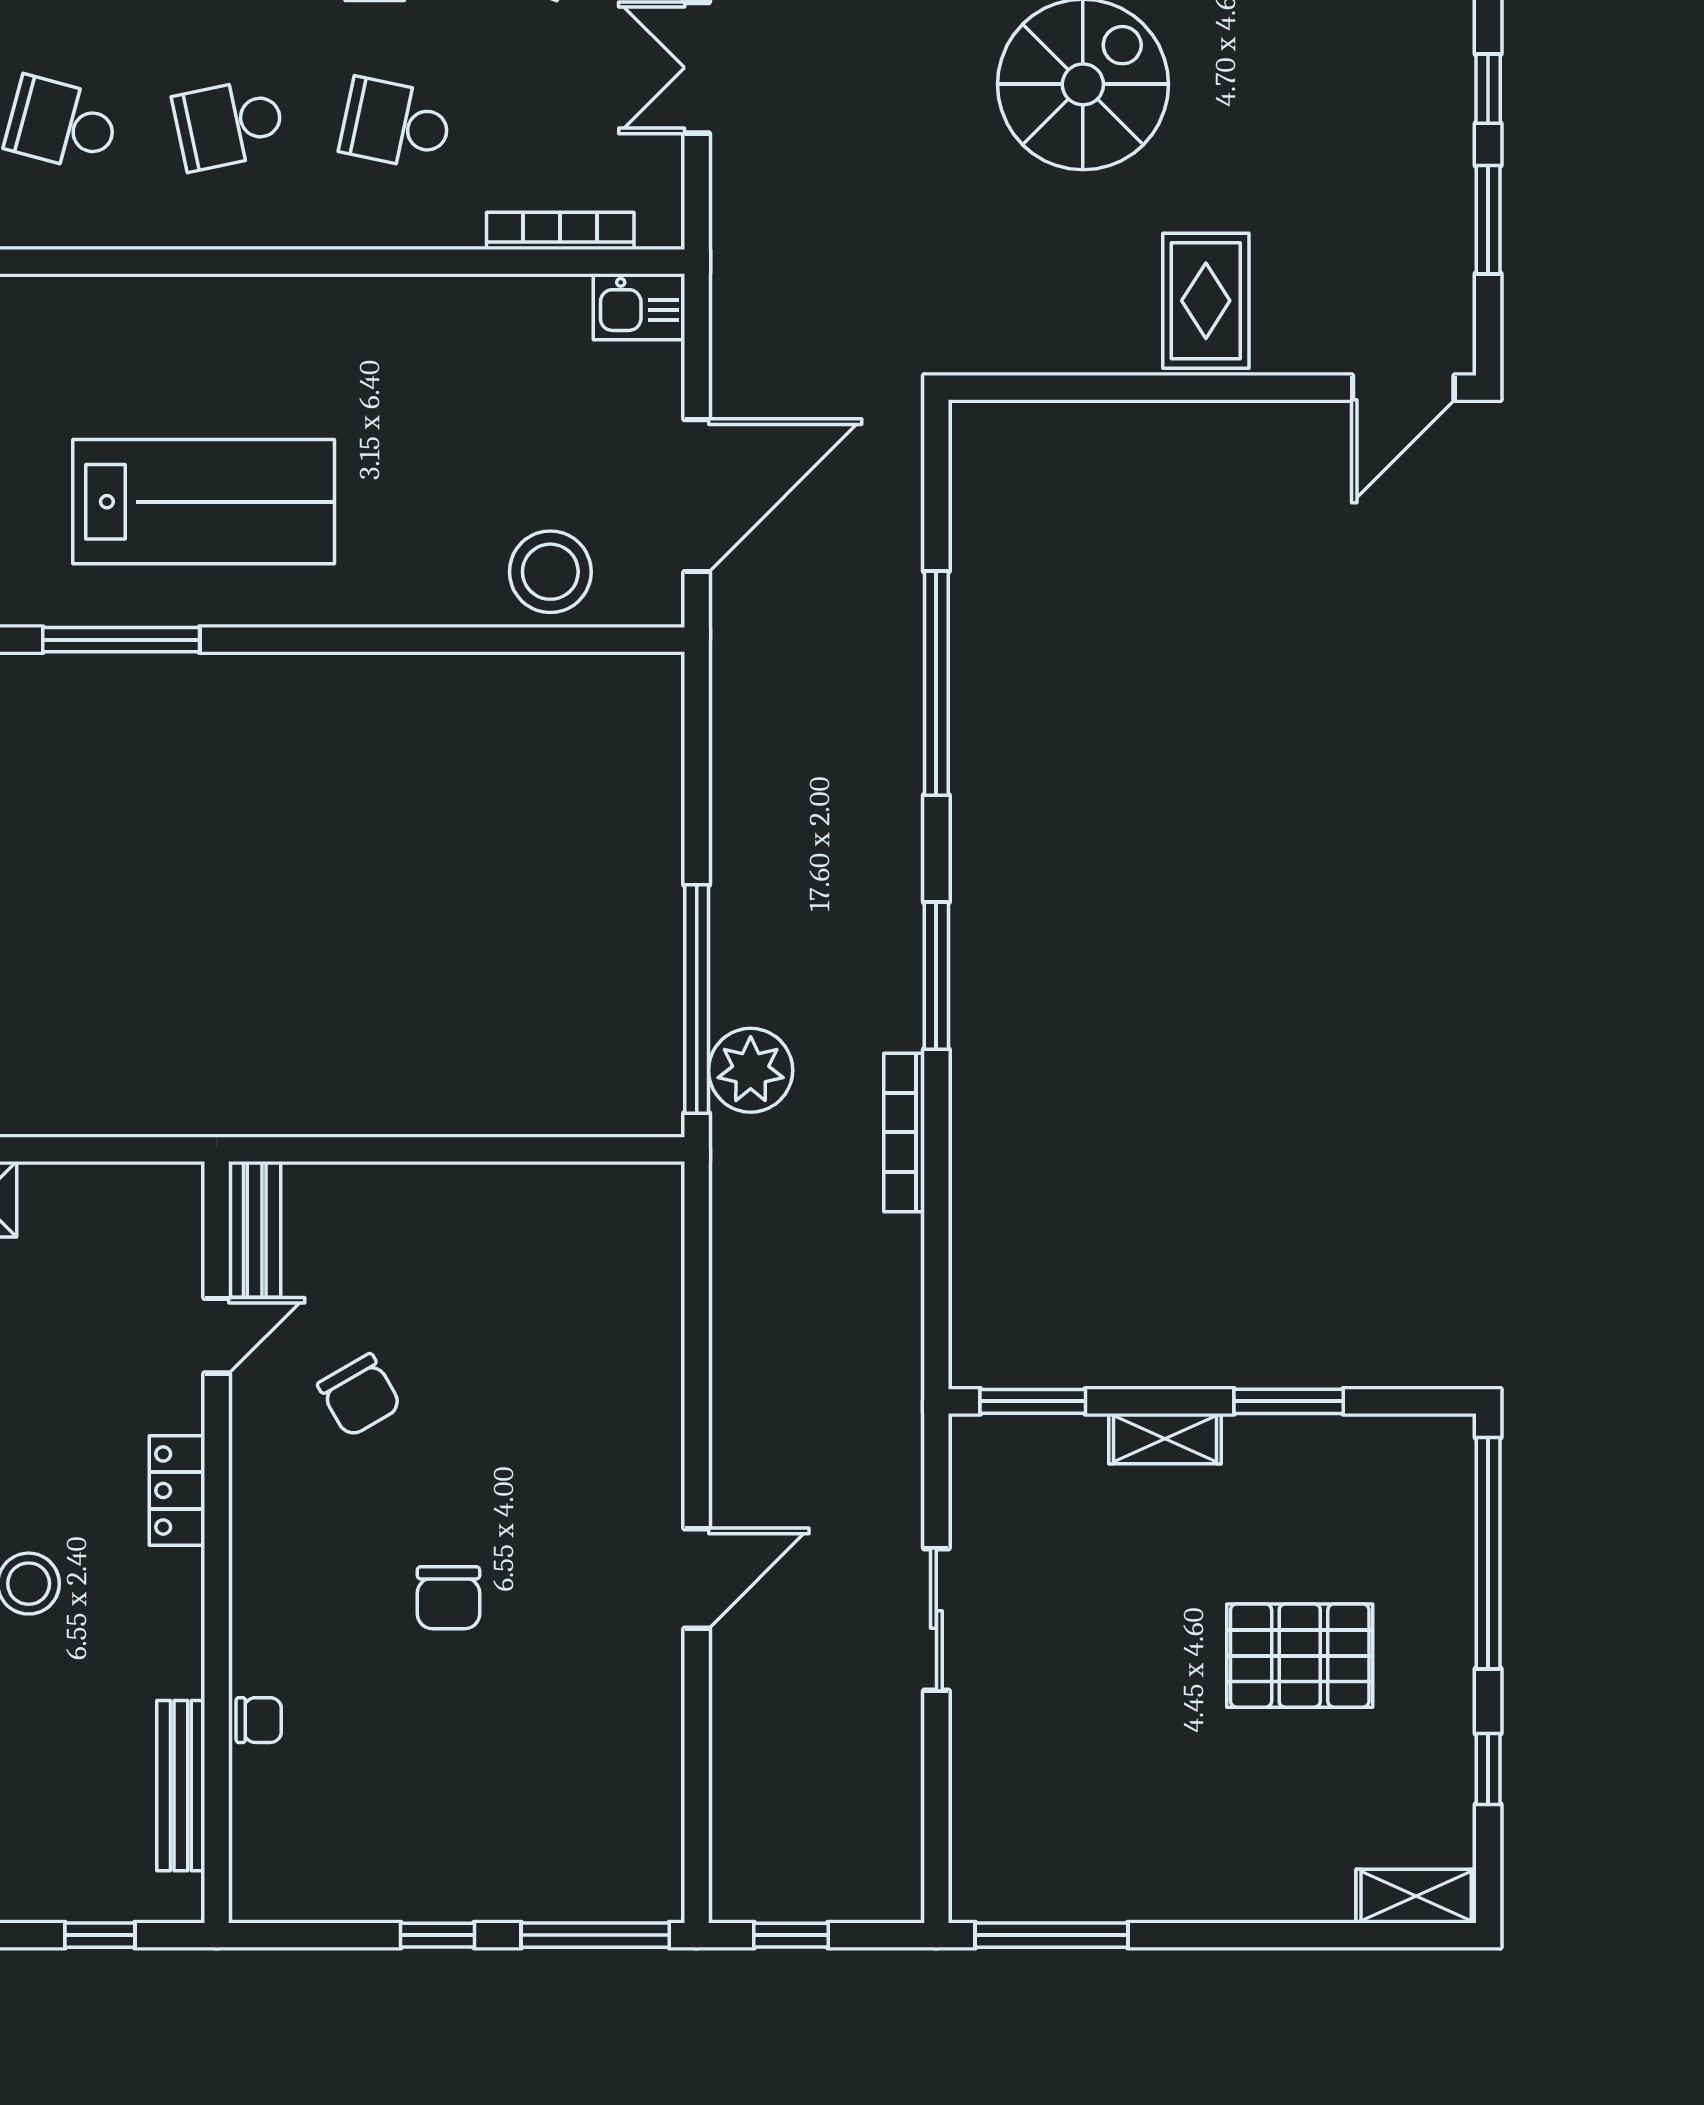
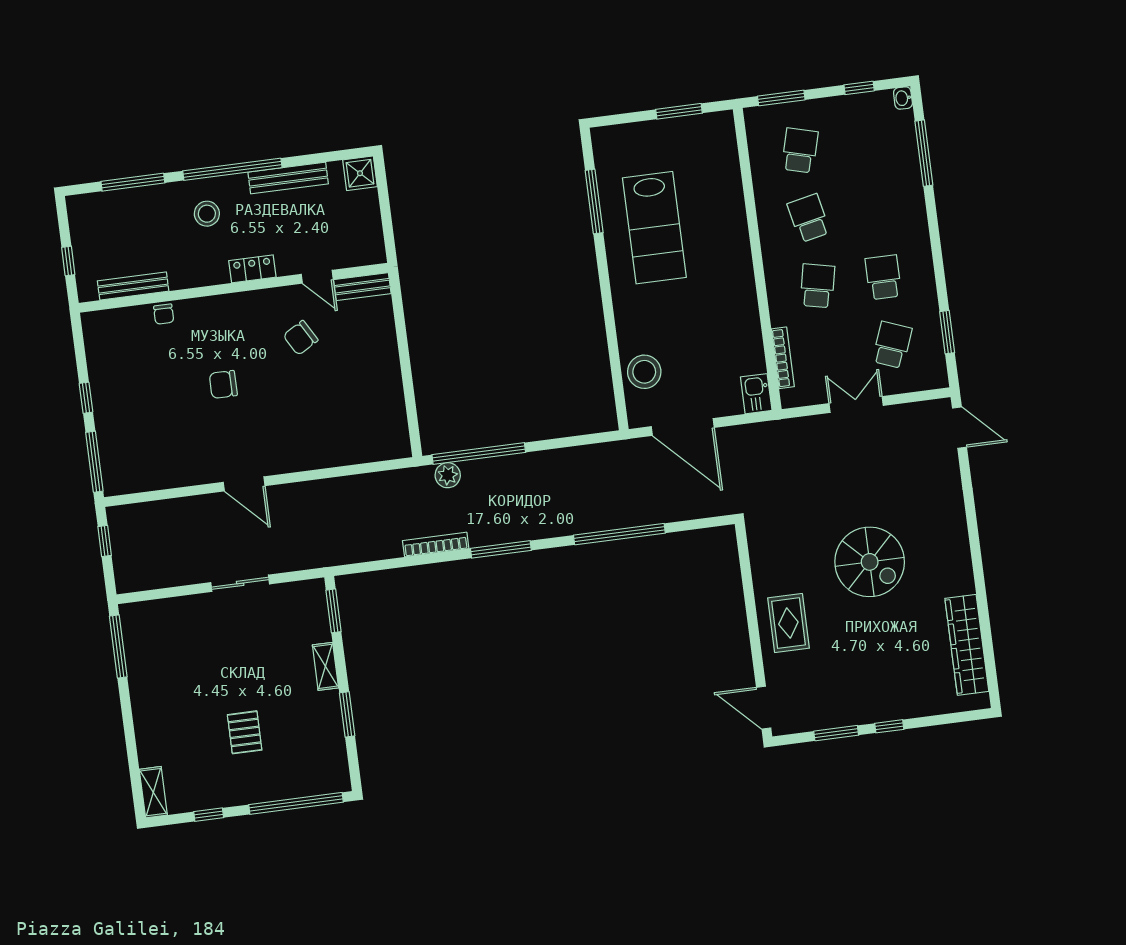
rug: (1206, 301) -> (788, 623), turned 90
plant: (751, 1070) -> (448, 475), width x0.73, depth x0.73
pallet: (1300, 1656) -> (245, 732), width x0.67, depth x0.71

